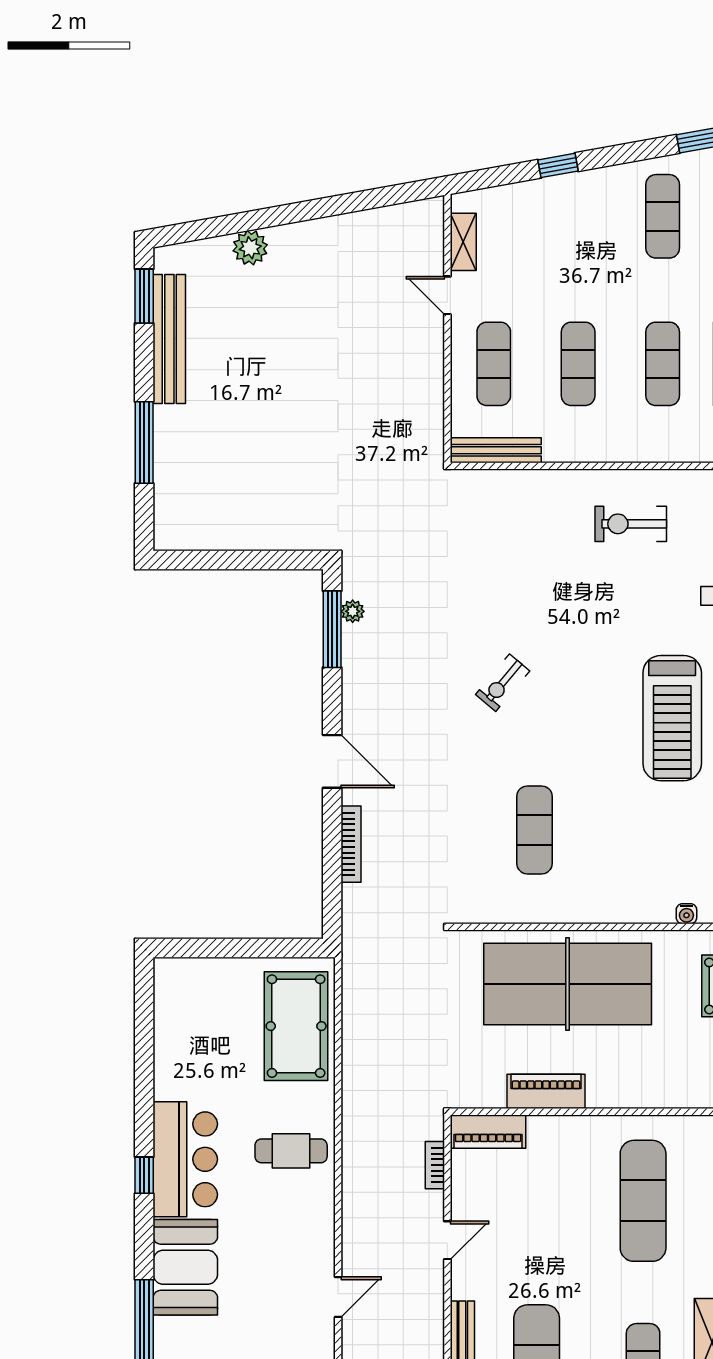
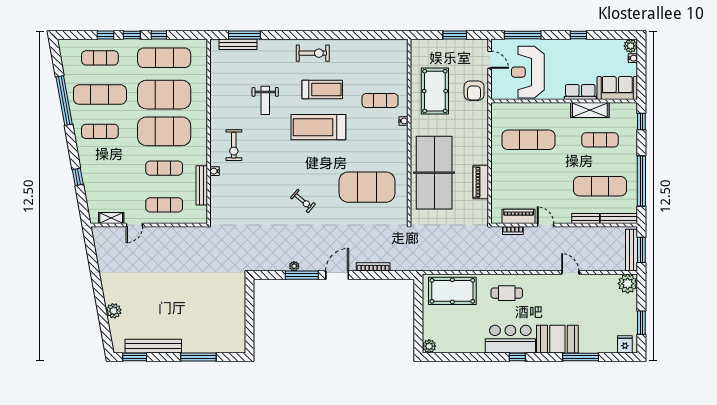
exercise mat: (663, 364) -> (164, 131), width x2.00, depth x1.45
bench: (496, 450) -> (202, 185), moved
water cooler: (571, 479) -> (214, 171), added
plant: (353, 611) -> (294, 266), moved
window: (332, 629) -> (302, 275), moved
treadmill: (672, 718) -> (318, 127), turned 180
exercise mat: (534, 830) -> (367, 187), width x2.00, depth x1.45
plant: (169, 973) -> (429, 346), added
piano: (488, 1132) -> (519, 216), moved, turned -90
cafe table: (291, 1151) -> (507, 293), turned 90

